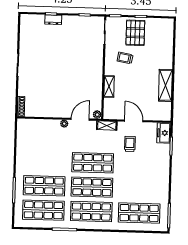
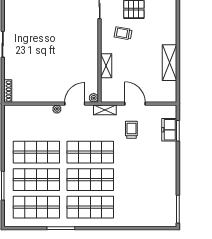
freezer: (164, 133) -> (169, 130), moved
shop shelf: (139, 213) -> (36, 152), moved

